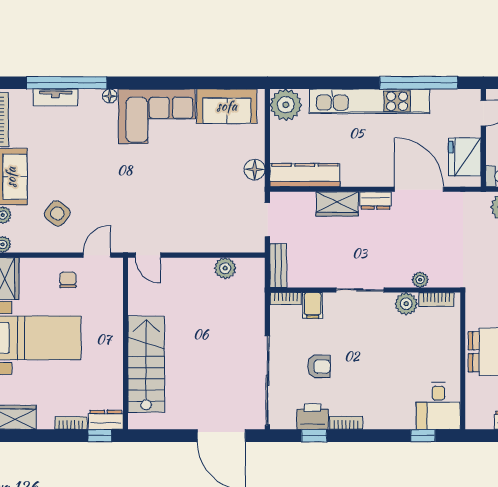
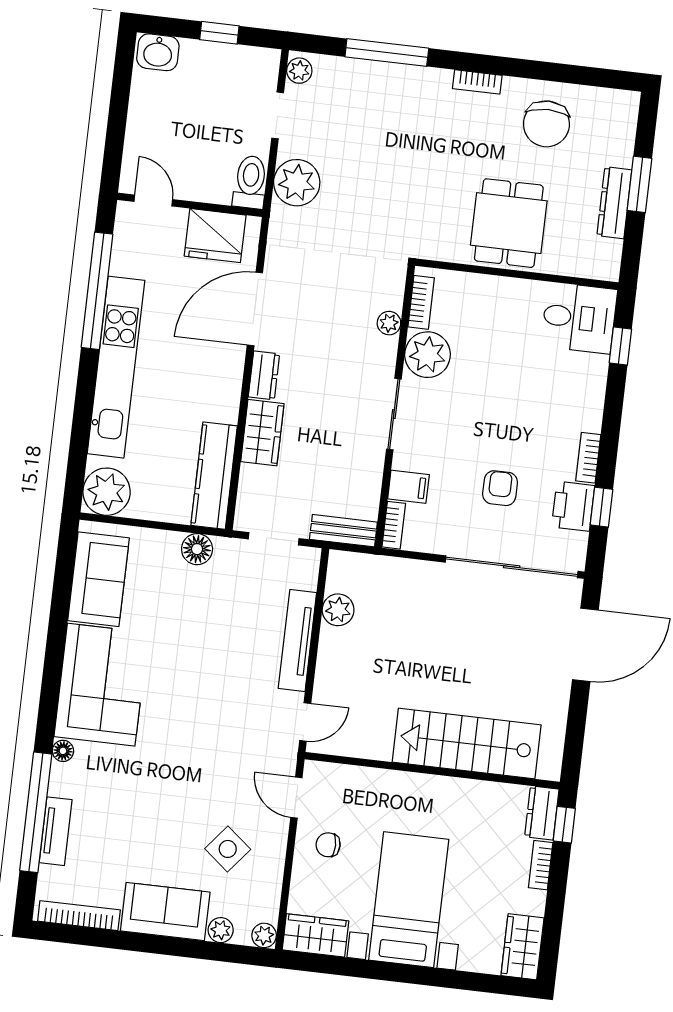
tv unit: (202, 244) -> (297, 641), added
plant: (406, 304) -> (428, 355), width x1.36, depth x1.36

